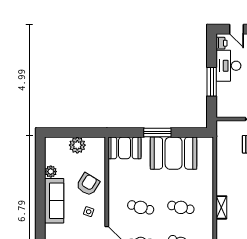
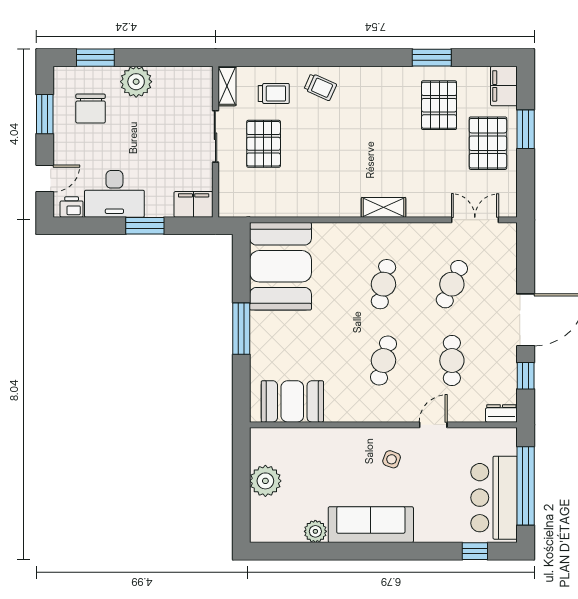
window: (212, 82) -> (145, 226), width x0.69
filing cabinet: (223, 107) -> (194, 204), added
booth: (125, 148) -> (292, 401), moved, turned 90
booth: (174, 153) -> (281, 266), moved
armchair: (88, 184) -> (340, 461), removed

